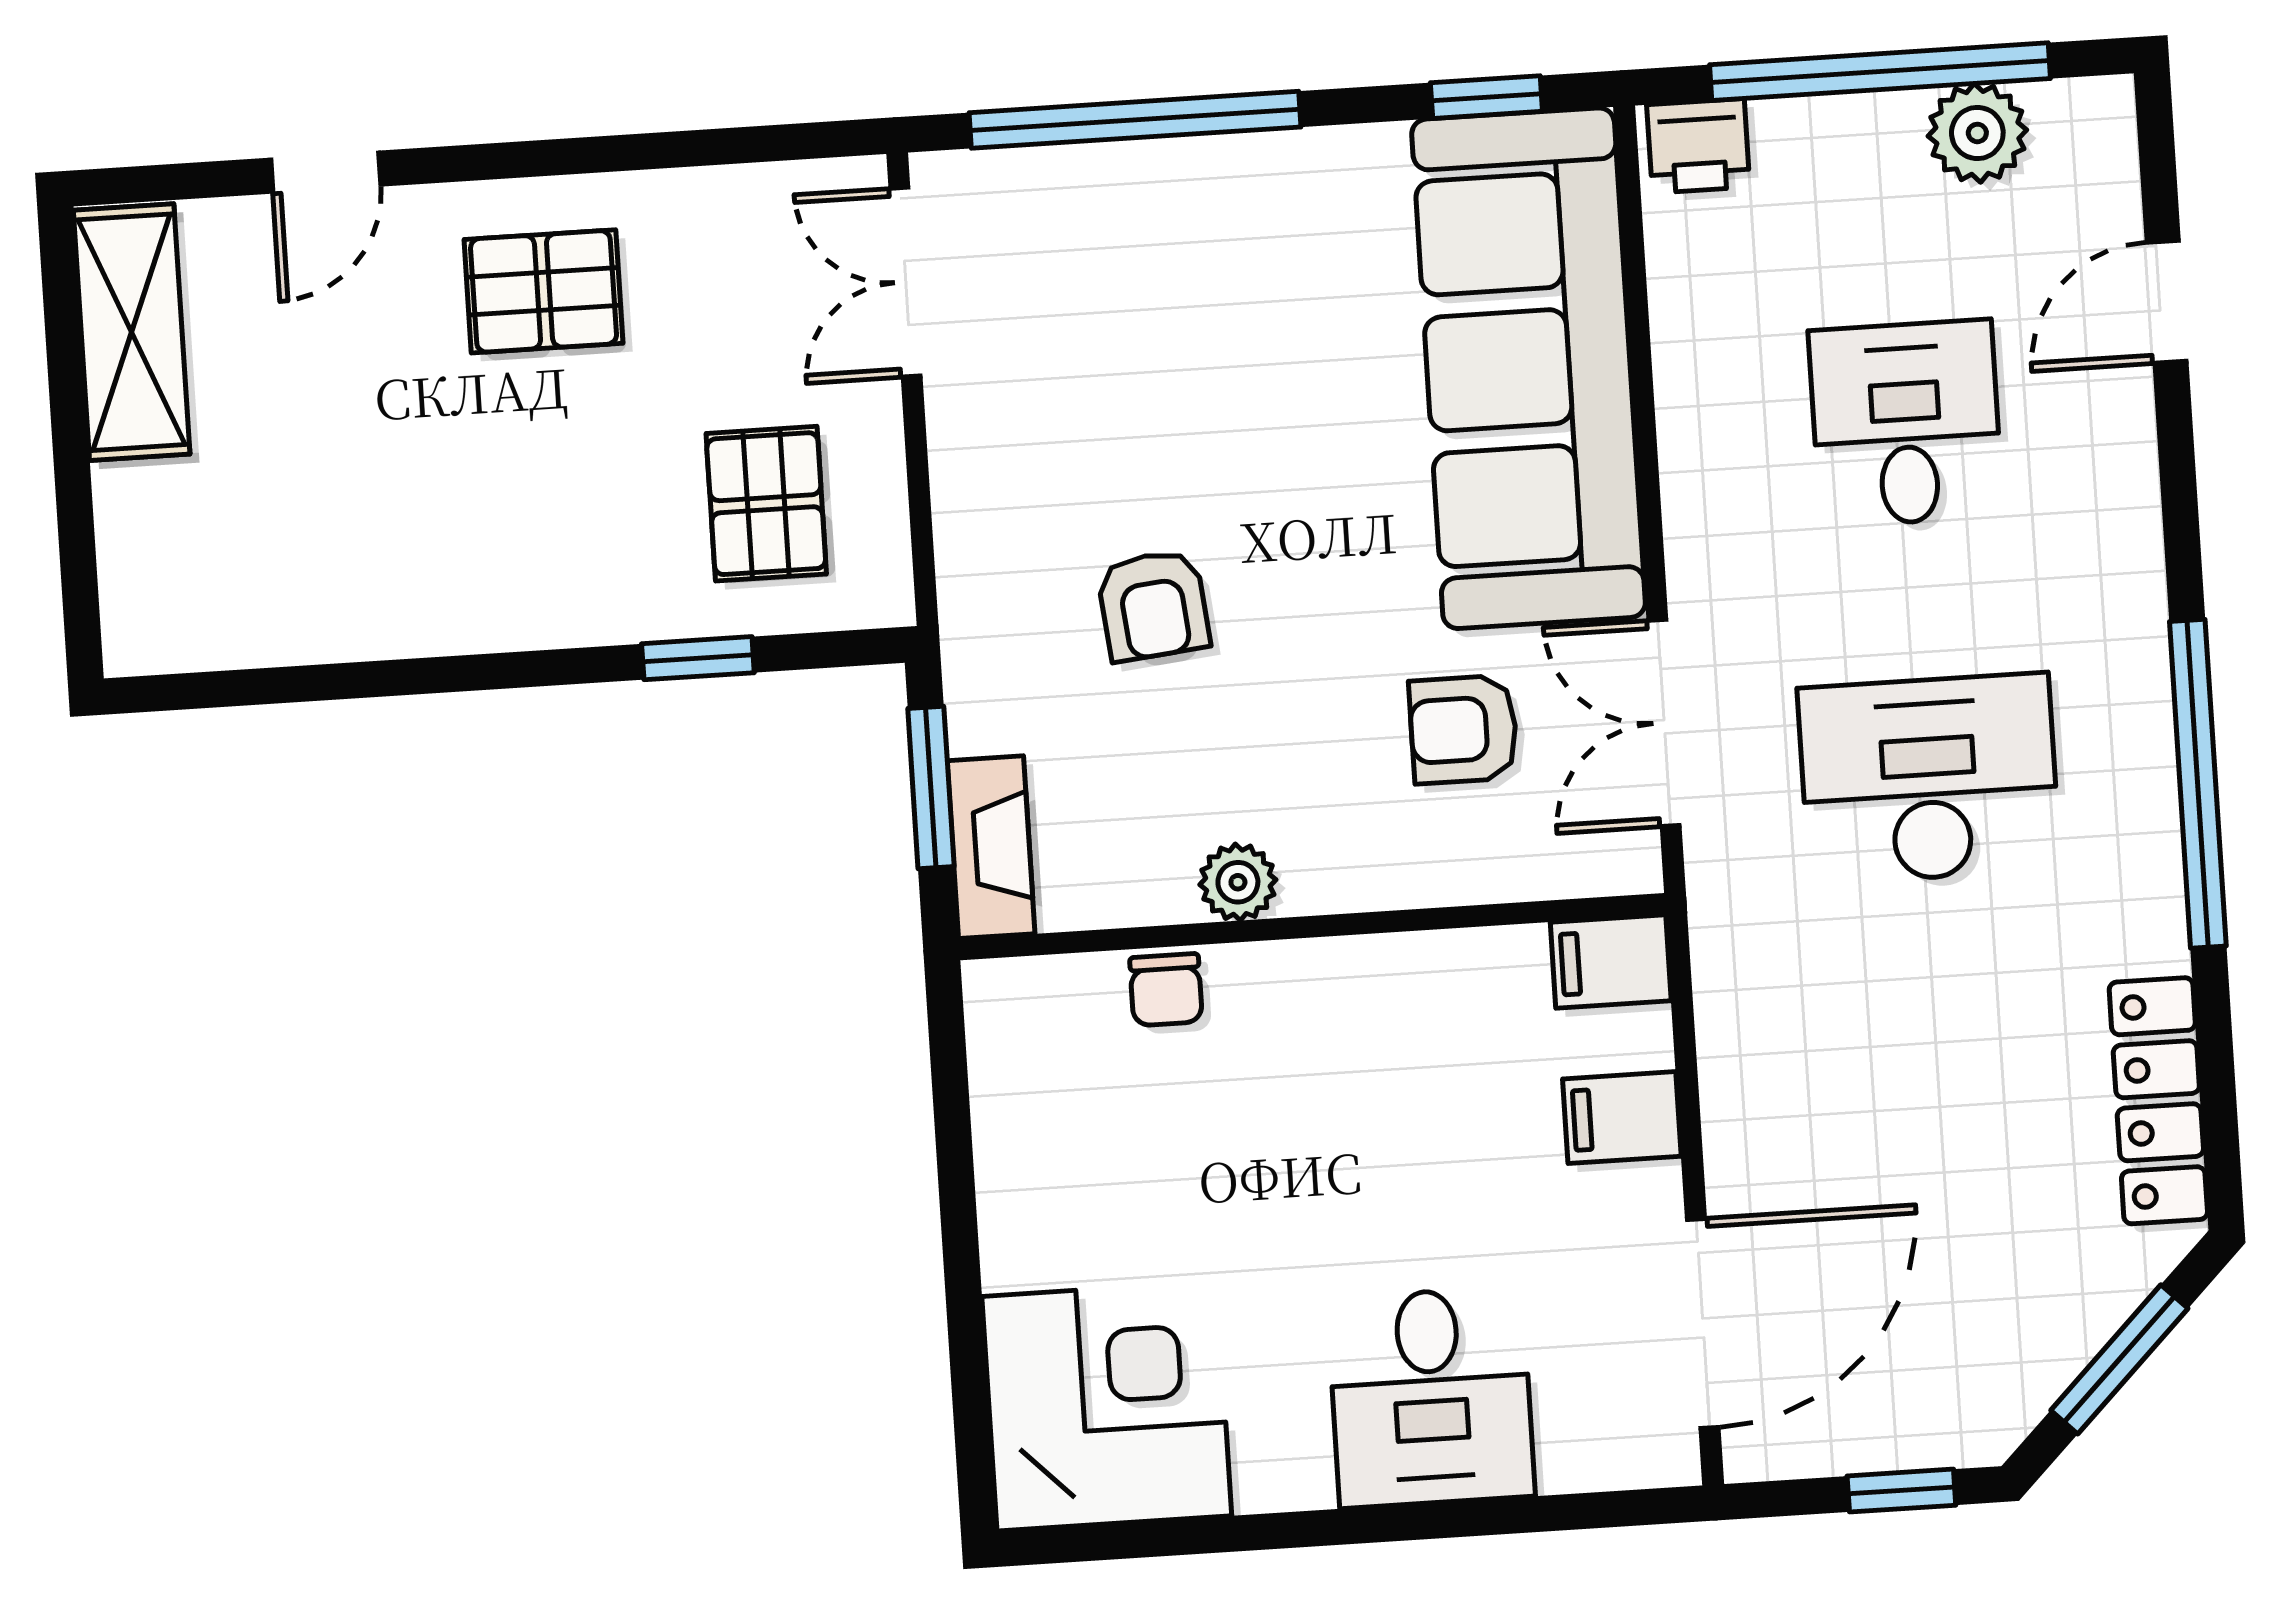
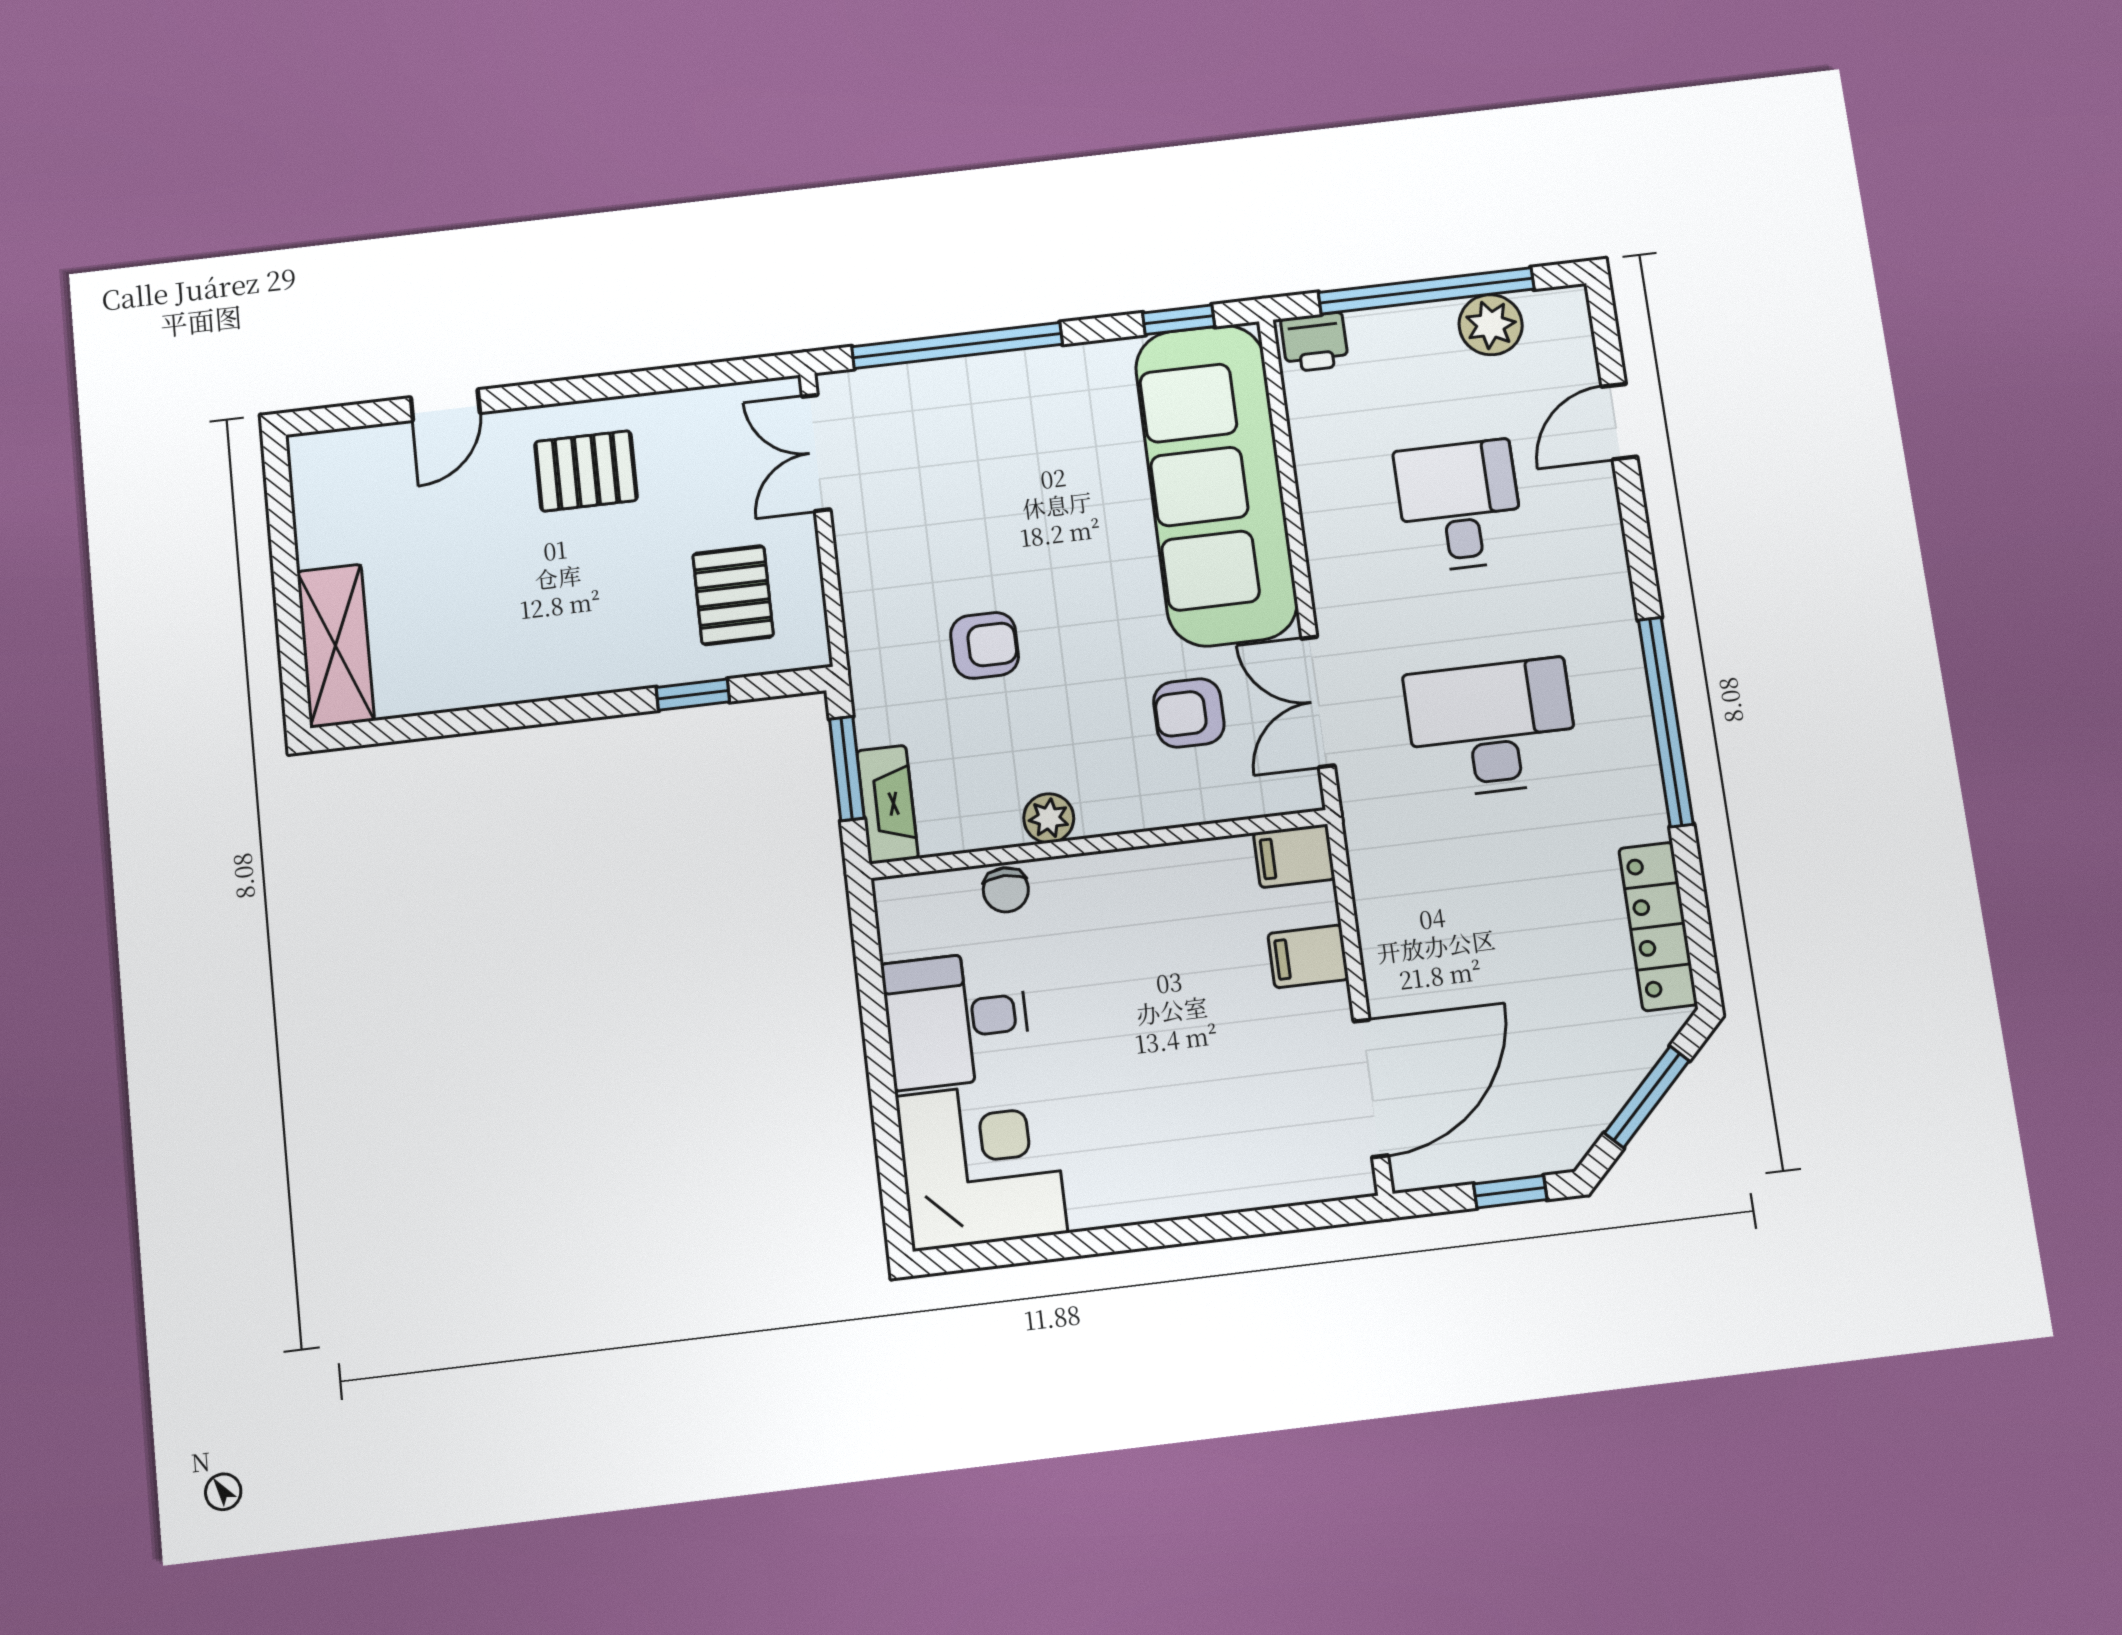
shelving: (132, 332) -> (336, 646), moved
armchair: (1153, 605) -> (985, 645), turned -84
desk: (1431, 1397) -> (956, 1019), moved, turned 90

